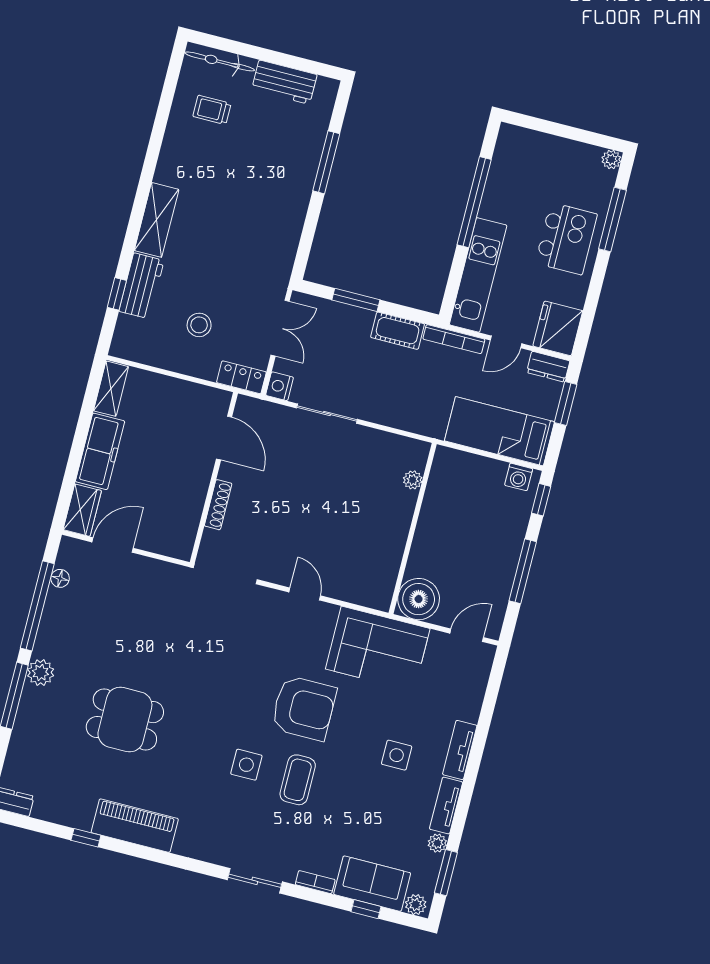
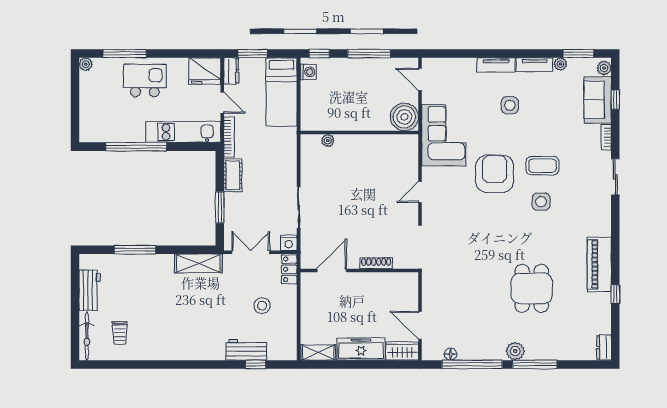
shelving: (157, 220) -> (198, 263), moved

